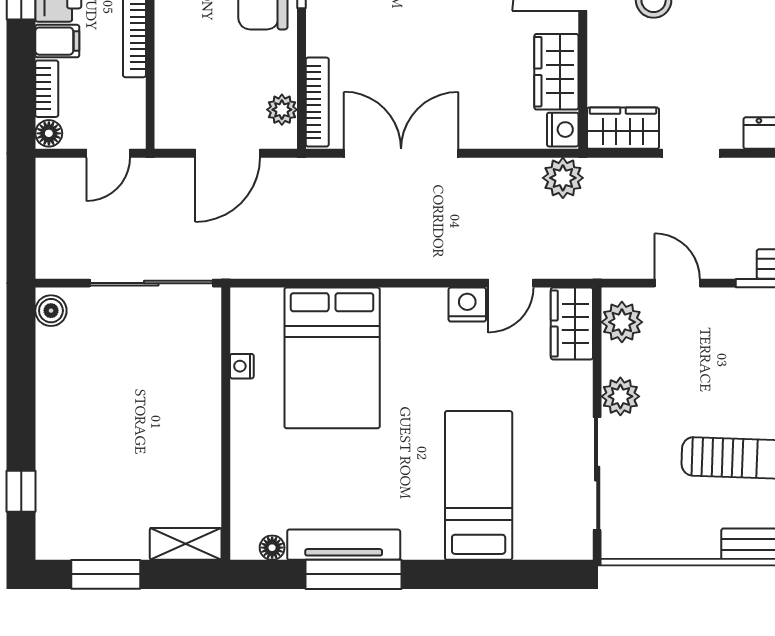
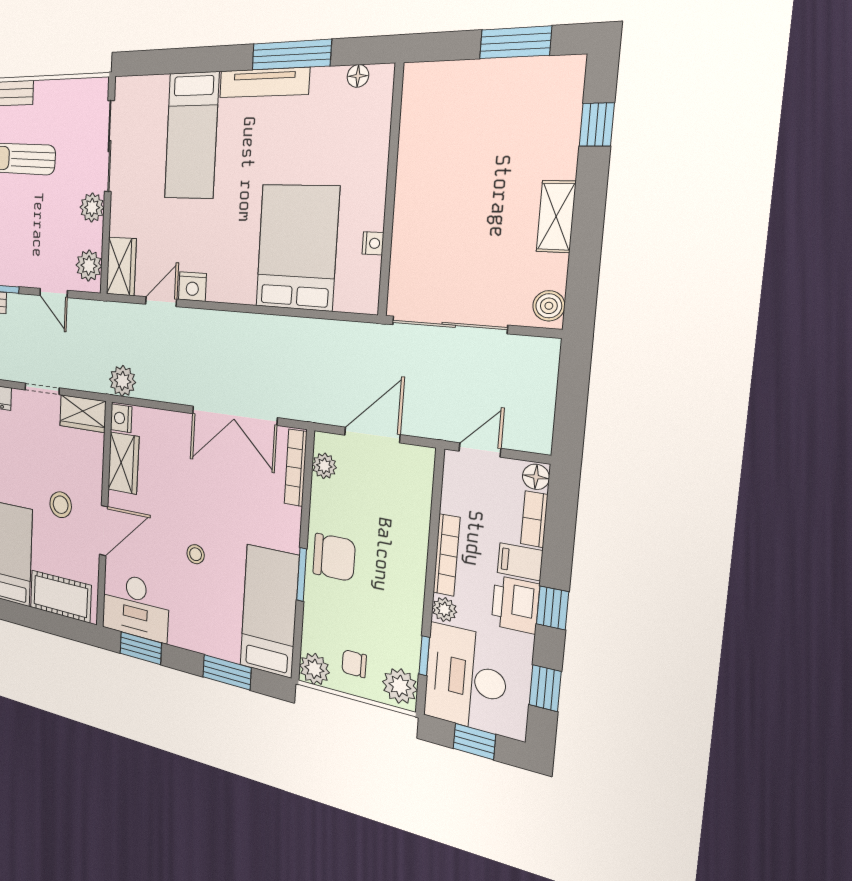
shelving: (186, 544) -> (556, 217), moved, turned 90
tv unit: (344, 545) -> (264, 83), moved

